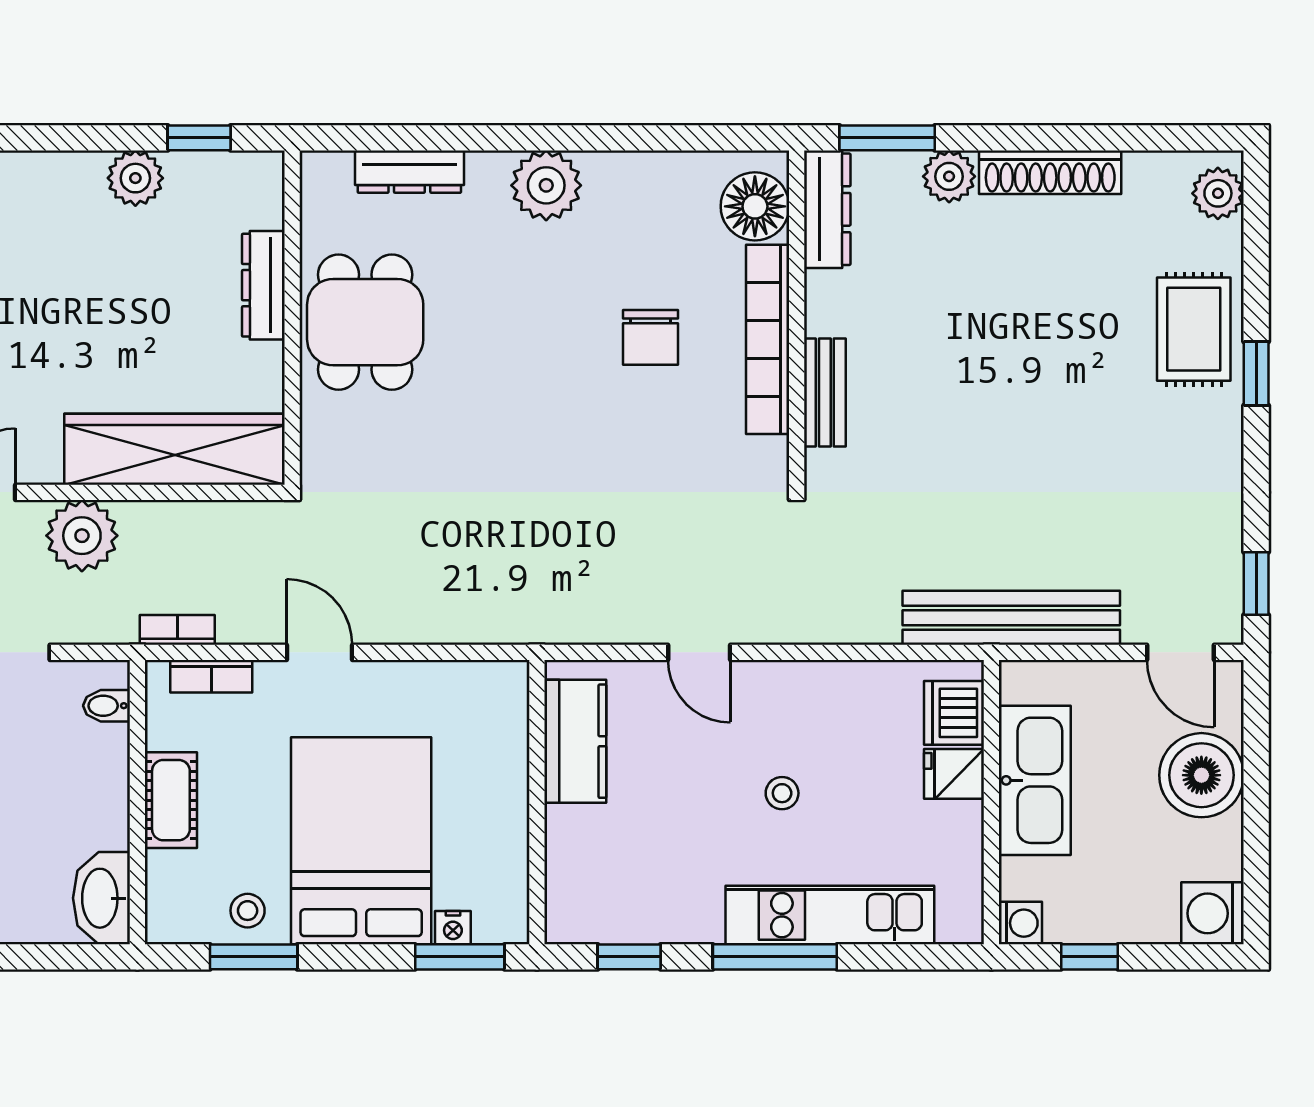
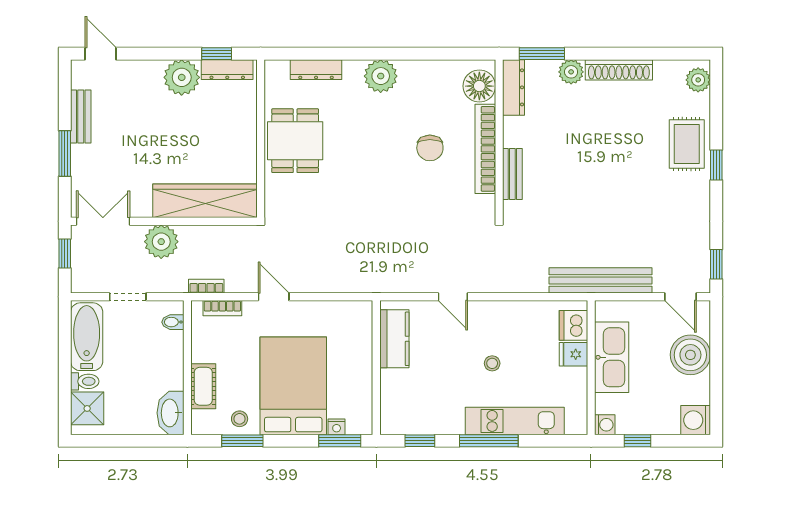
plant: (135, 178) -> (182, 77), width x1.36, depth x1.36
dresser: (263, 285) -> (227, 70), moved, turned -90
cot: (171, 800) -> (203, 386), moved

